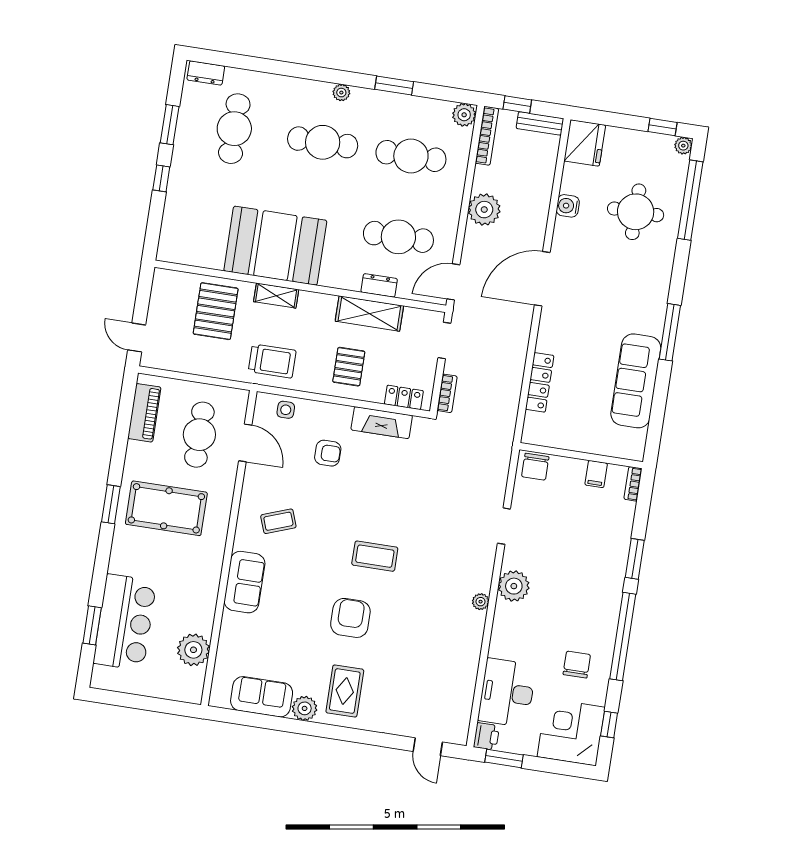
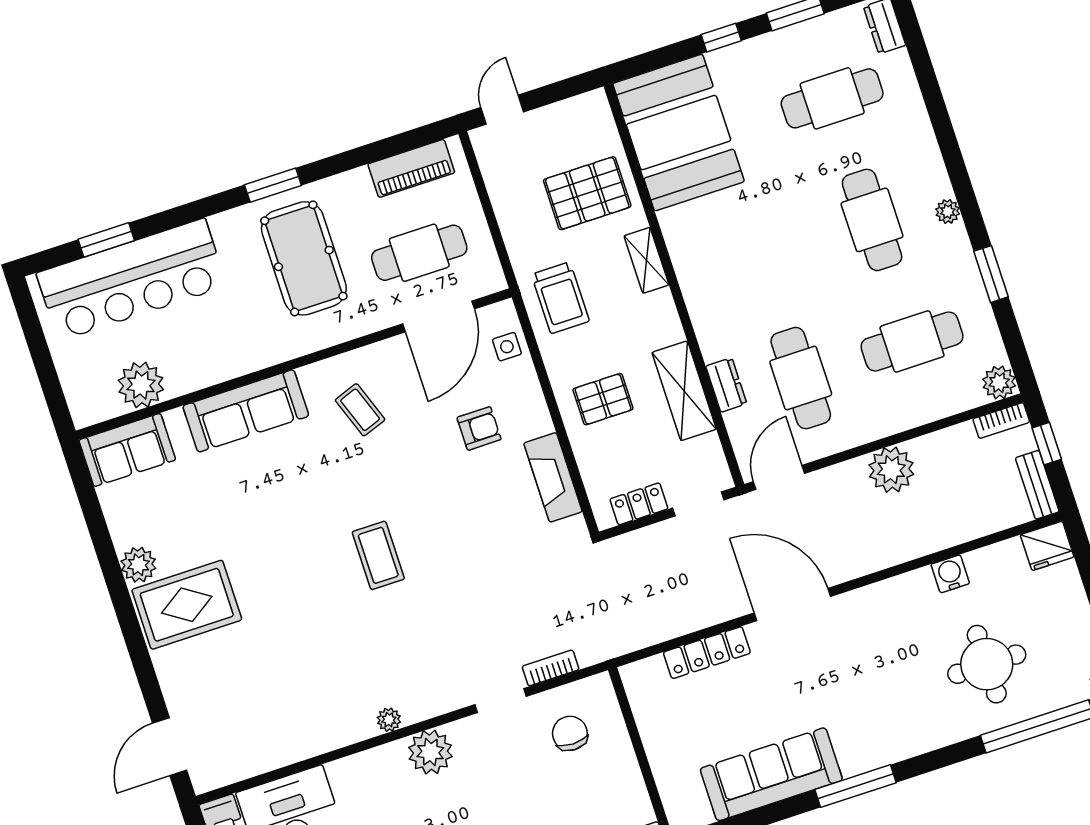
bookcase: (487, 136) -> (1001, 420), width x0.64
fridge: (585, 143) -> (1047, 546), width x0.73, depth x0.75
cafe table: (411, 156) -> (912, 341), turned 90
booth: (275, 246) -> (679, 133), moved
door: (542, 279) -> (792, 605), moved
door: (453, 282) -> (779, 477), hinge flipped
bookcase: (447, 393) -> (551, 668), moved, turned 180
locker: (404, 397) -> (639, 504), moved, turned -90
door: (245, 443) -> (439, 316), width x1.36
armchair: (328, 453) -> (479, 428), turned -90
chair: (535, 467) -> (570, 733), moved, turned 90
filing cabinet: (596, 474) -> (627, 784), removed
sofa: (245, 582) -> (246, 411), width x1.36
armchair: (350, 618) -> (284, 564), removed
bar counter: (125, 622) -> (132, 280), width x1.36
rug: (345, 691) -> (187, 605), width x1.36, depth x1.43
sofa: (262, 697) -> (127, 450), moved, turned 90
door: (428, 747) -> (170, 747), width x1.38

